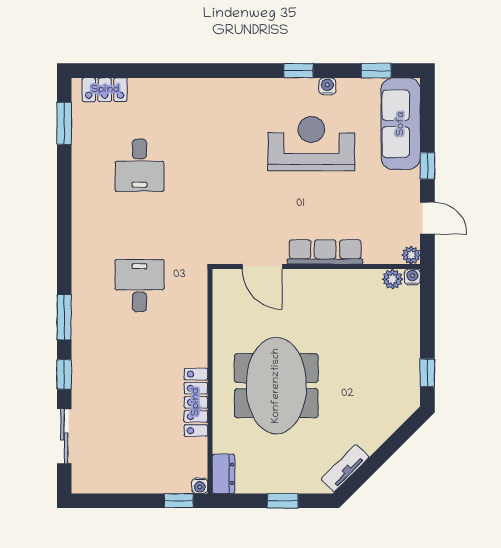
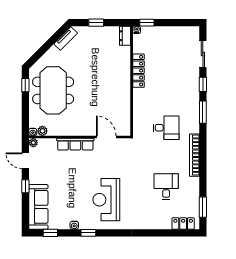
reception desk: (311, 144) -> (106, 200), moved, turned 90
bookcase: (81, 230) -> (195, 155), added
desk: (139, 286) -> (166, 128), turned -90
meeting table: (276, 386) -> (53, 90), moved

